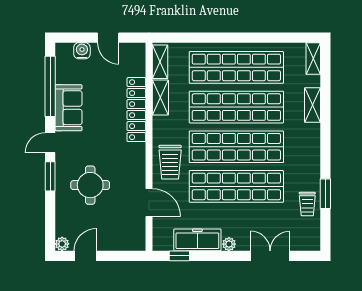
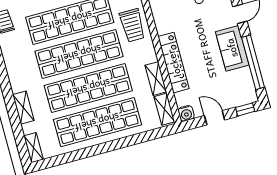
window: (73, 38) -> (245, 109), added
water cooler: (82, 51) -> (186, 113), moved
trolley: (170, 162) -> (132, 25), turned 180

